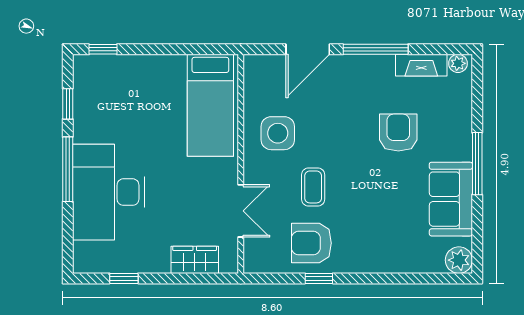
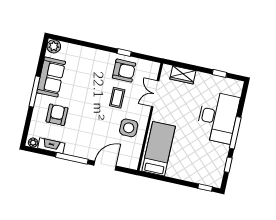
armchair: (398, 132) -> (57, 115), moved, turned 180

